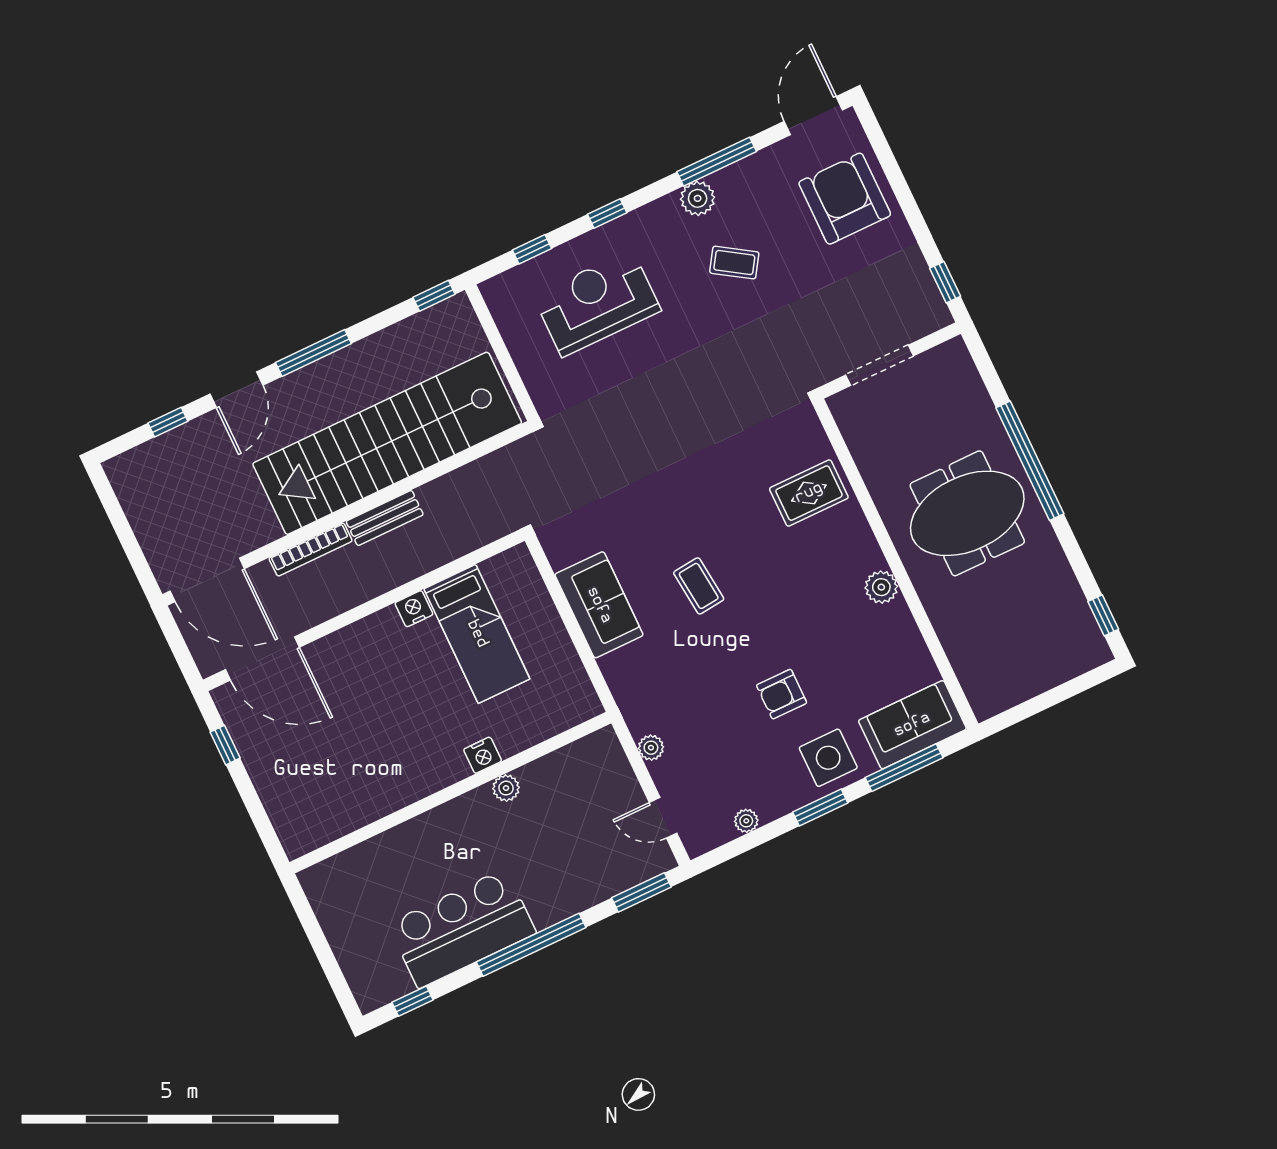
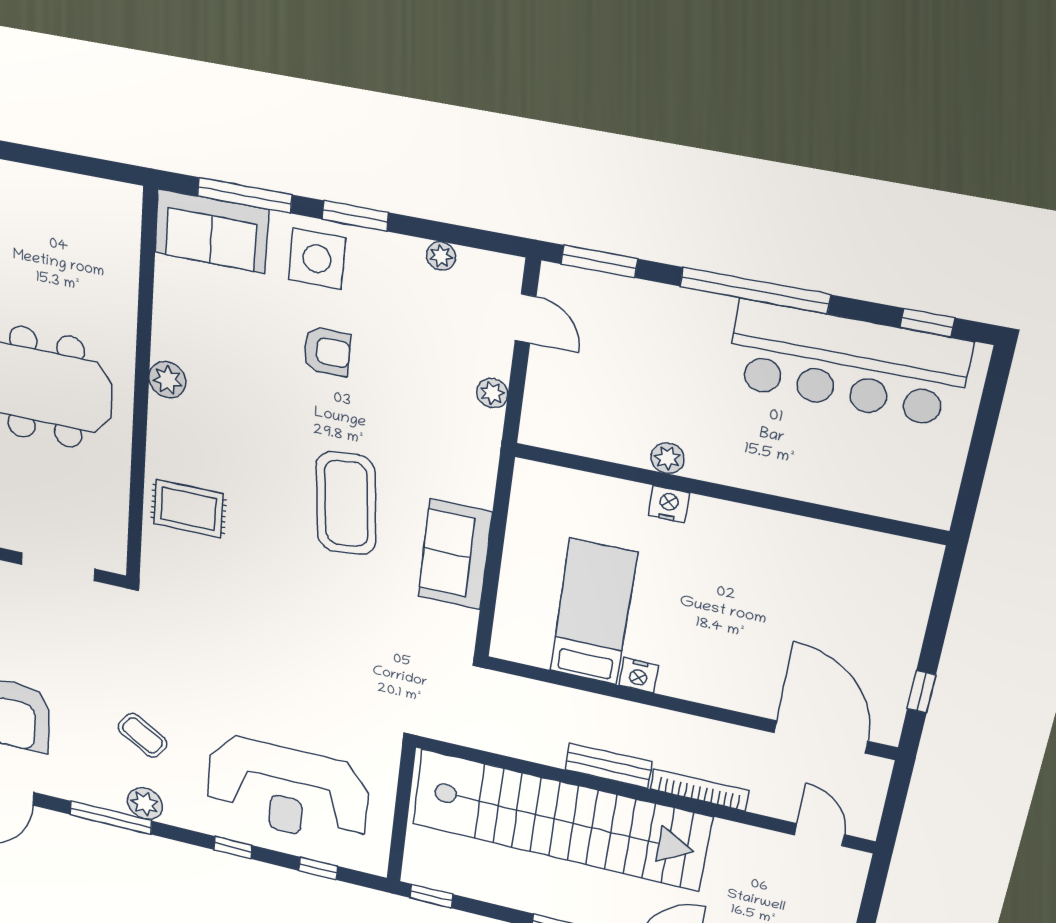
reception desk: (597, 303) -> (287, 791), width x1.36, depth x1.30
door: (207, 580) -> (819, 835), width x0.53
coffee table: (699, 586) -> (346, 504), width x1.86, depth x1.72
bar counter: (462, 928) -> (847, 364), width x1.36

